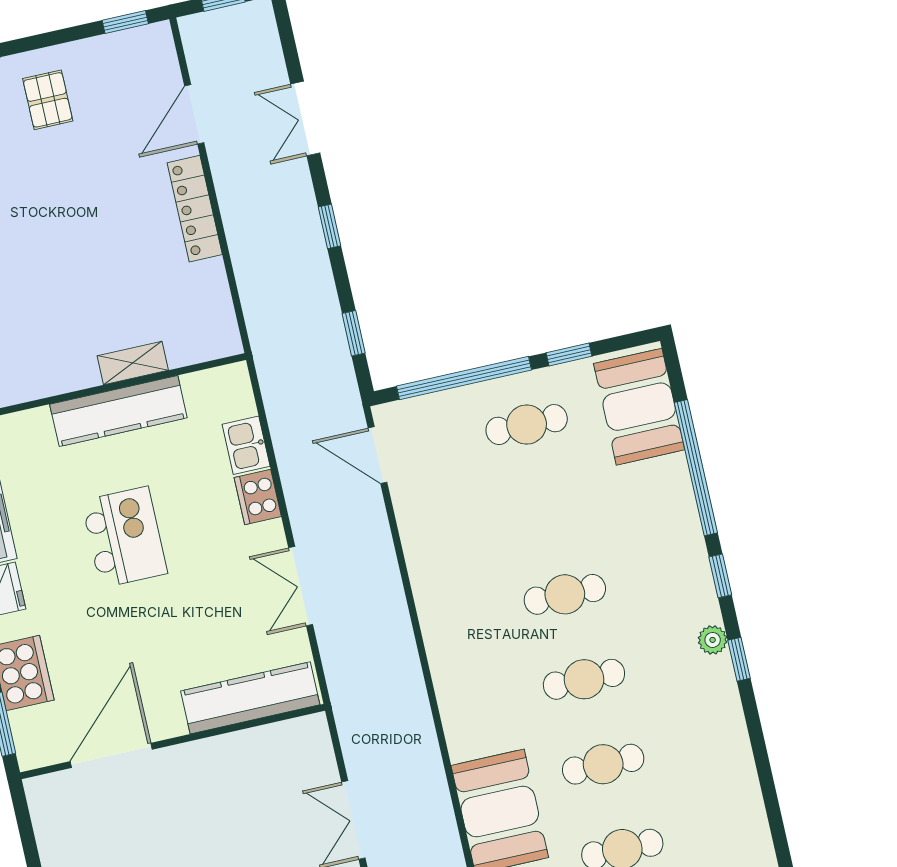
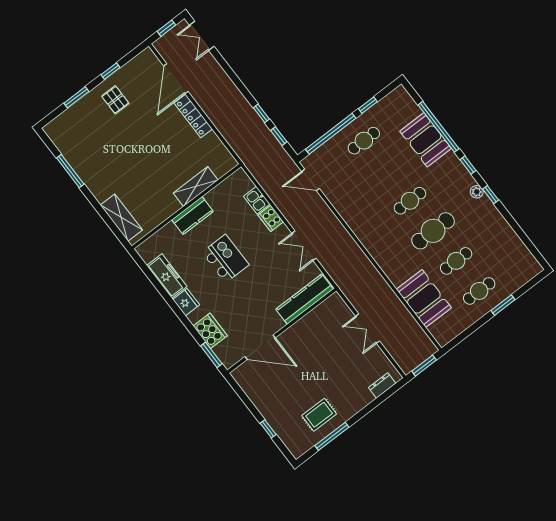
window: (125, 22) -> (110, 71), moved
door: (194, 114) -> (176, 79), width x1.36
double door: (305, 119) -> (202, 36), moved
window: (329, 226) -> (261, 113), moved
shelving: (133, 363) -> (196, 187), width x1.50, depth x1.33
booth: (639, 407) -> (426, 140), moved
kitchen counter: (118, 411) -> (193, 216), width x0.67
cafe table: (584, 679) -> (433, 231), width x1.37, depth x1.35
door: (111, 755) -> (260, 347), swing flipped

